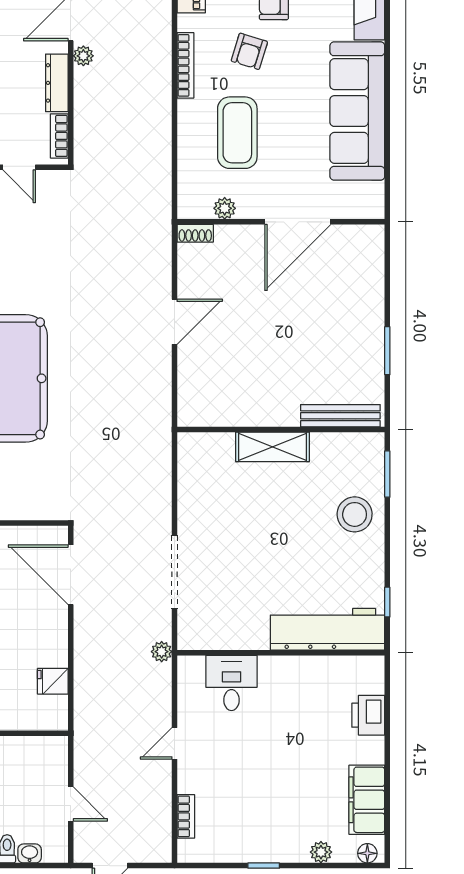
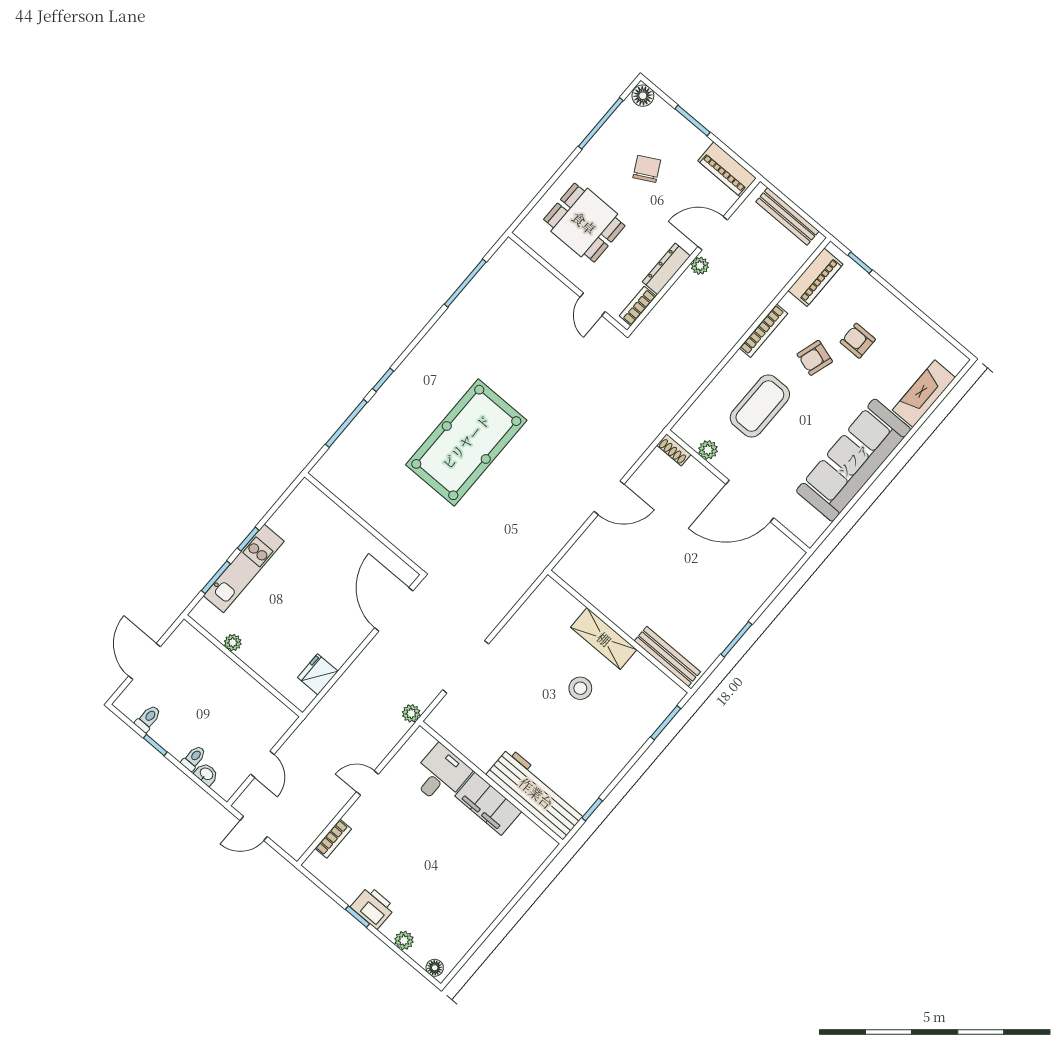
stool: (355, 514) -> (580, 688), moved, width x0.73, depth x0.73
fridge: (53, 681) -> (318, 674), width x1.38
printer: (368, 715) -> (373, 907), moved, turned 90
filing cabinet: (367, 800) -> (488, 804), moved, turned -90

